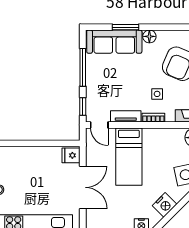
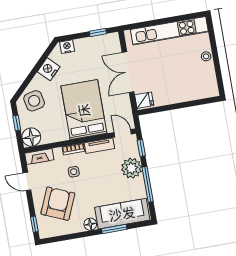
plant: (96, 87) -> (132, 168), added
bed: (129, 157) -> (84, 110), width x1.50

